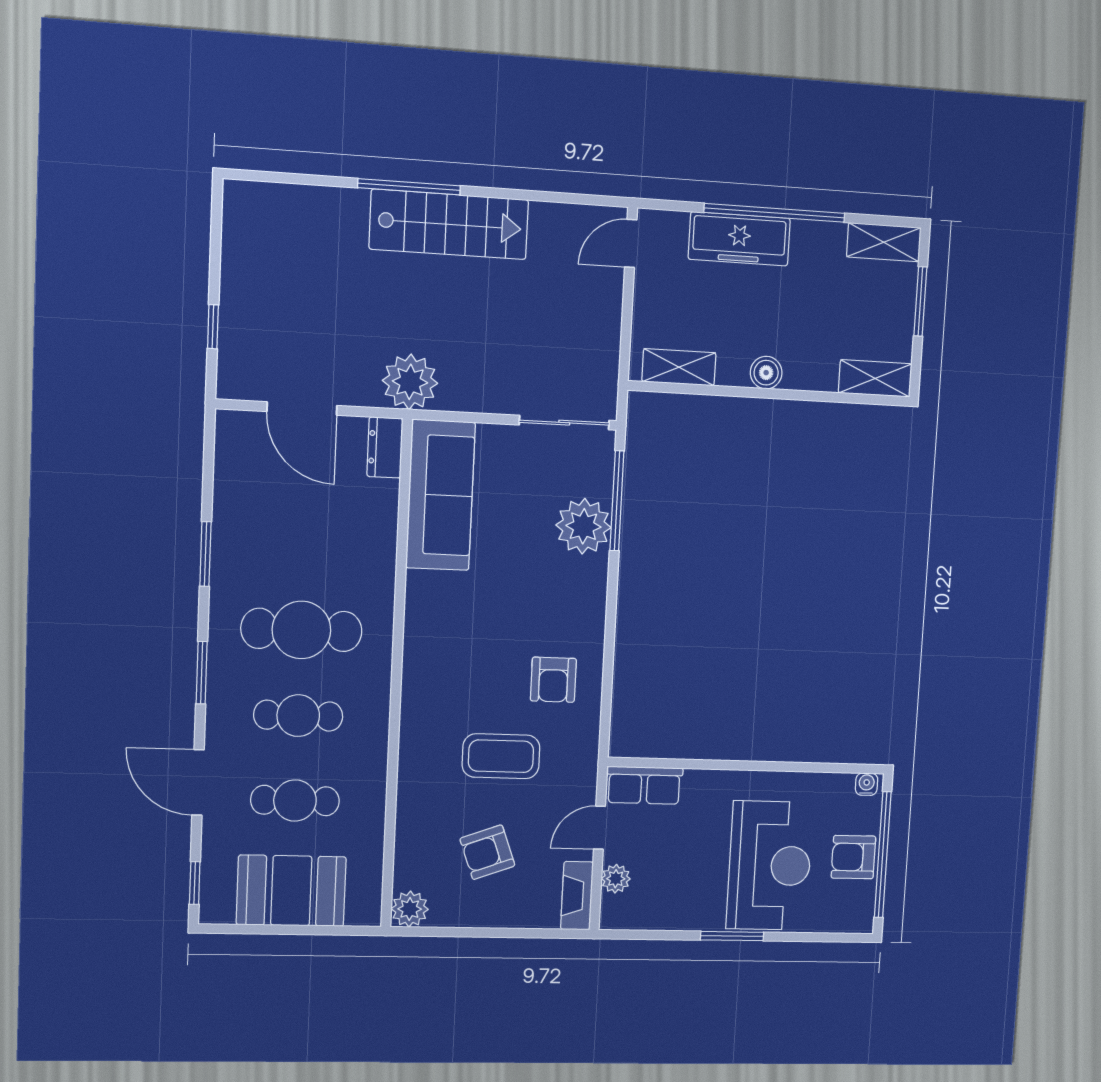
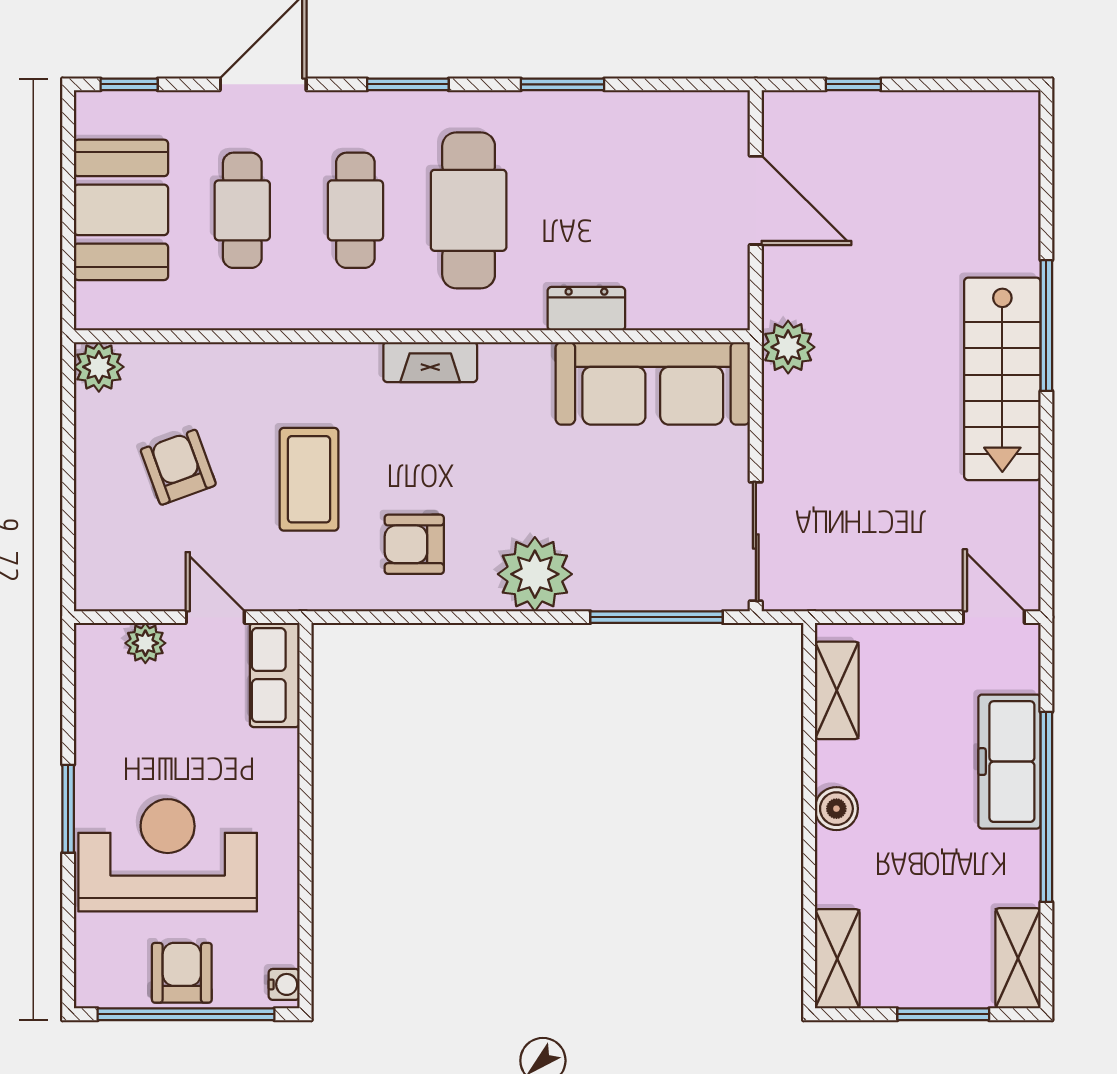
plant: (410, 382) -> (788, 347), width x0.73, depth x0.73
door: (302, 409) -> (756, 200), swing flipped
dresser: (385, 447) -> (586, 309), moved
plant: (583, 526) -> (535, 574), moved
reception desk: (770, 866) -> (168, 855), turned 180
fireplace: (577, 896) -> (430, 362), moved, turned 180

